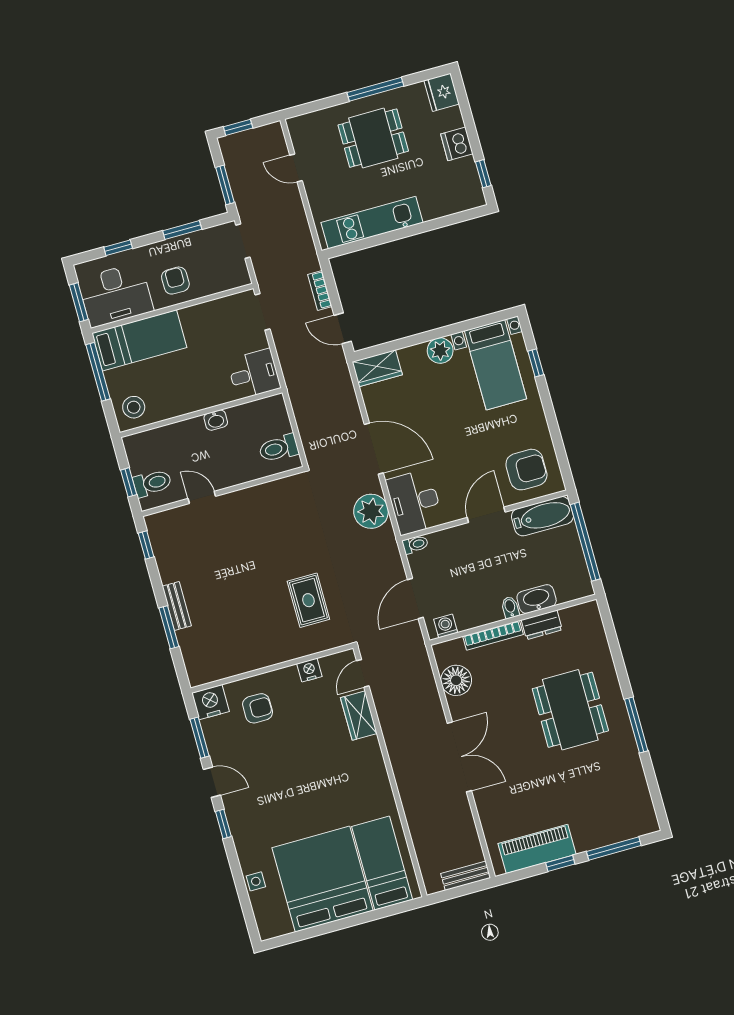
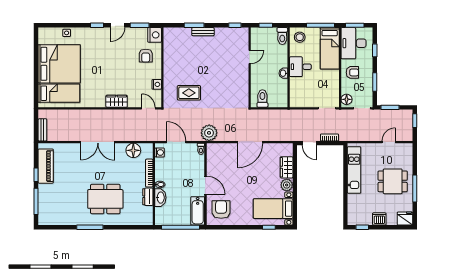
dining table: (373, 138) -> (393, 181), turned 90
floor lamp: (233, 277) -> (347, 99), added
door: (343, 328) -> (309, 143), swing flipped
wardrobe: (377, 368) -> (287, 167), moved
desk: (254, 374) -> (300, 67), moved, turned 90
armchair: (526, 470) -> (221, 209), turned 180
toilet: (152, 483) -> (282, 36), moved
desk: (415, 502) -> (220, 154), removed
plant: (371, 511) -> (209, 133), moved
wardrobe: (359, 716) -> (117, 101), moved

